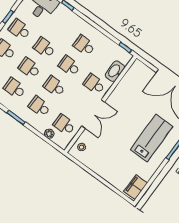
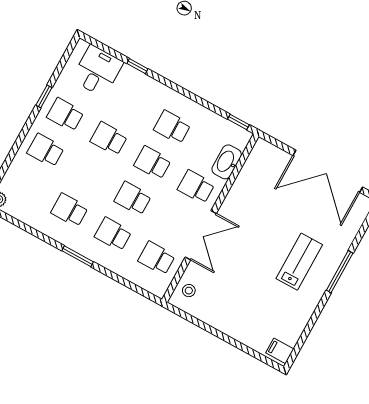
school desk: (30, 68) -> (89, 174), removed
plant: (49, 134) -> (134, 276), removed
lab bench: (152, 138) -> (299, 262), width x0.73, depth x0.72
filing cabinet: (136, 187) -> (280, 351), width x0.50

